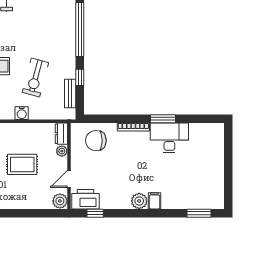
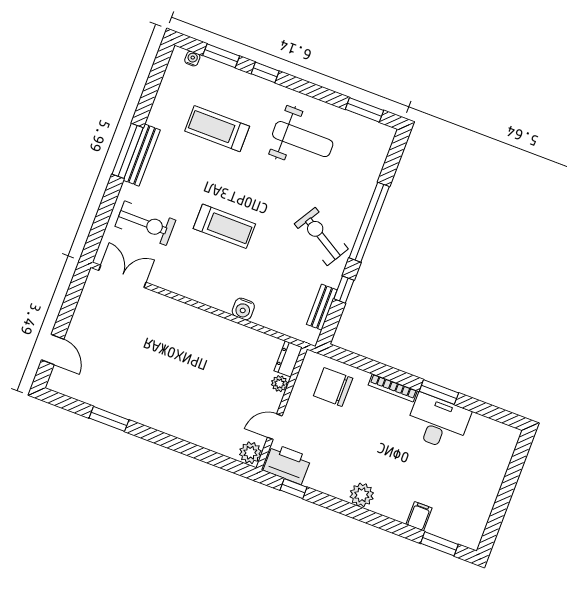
exercise bike: (35, 78) -> (321, 236), moved, turned 106
rug: (22, 164) -> (217, 381), removed
filing cabinet: (154, 201) -> (419, 516), moved

